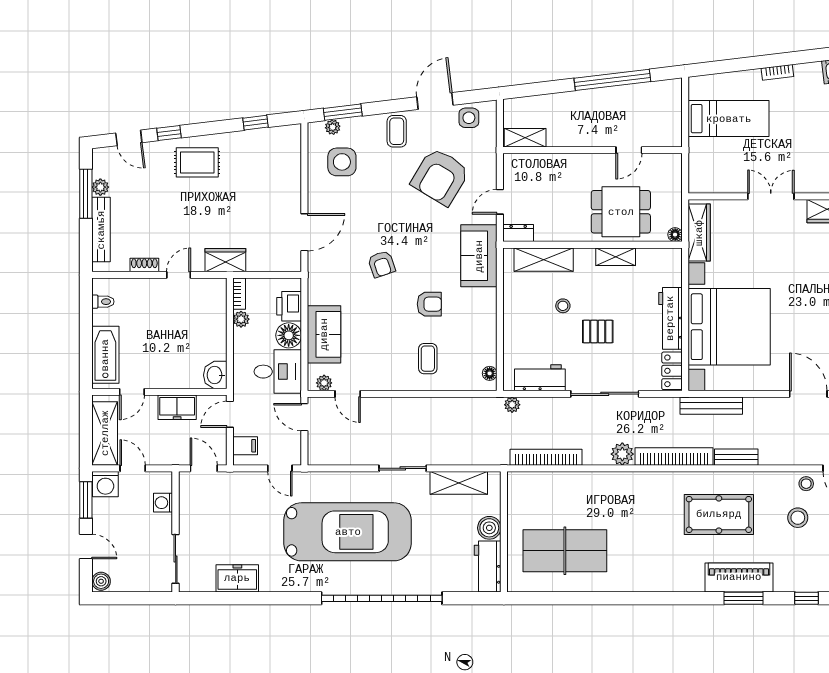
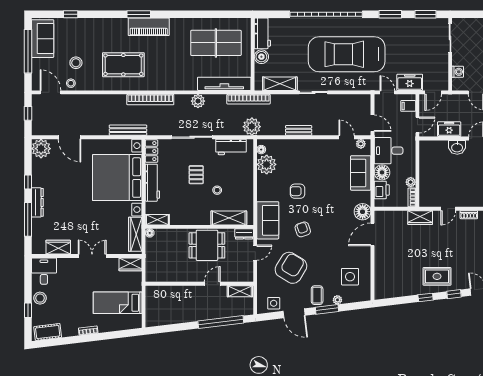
window: (612, 80) -> (221, 322), moved
door: (435, 101) -> (294, 313), hinge flipped
window: (343, 112) -> (327, 309), moved
window: (255, 123) -> (426, 297), moved
plant: (333, 127) -> (337, 300), moved
door: (629, 150) -> (212, 284), moved
wardrobe: (707, 182) -> (130, 264), added
double door: (771, 196) -> (92, 256), swing flipped
dining table: (621, 212) -> (207, 245), moved
shelving: (616, 257) -> (157, 220), moved
armchair: (382, 264) -> (303, 229), moved
floor lamp: (321, 270) -> (363, 212), added
pallet: (598, 331) -> (196, 175), turned 90
plant: (481, 349) -> (267, 164), added
coffee table: (428, 359) -> (298, 158), removed
washbasin: (215, 375) -> (457, 147), moved, turned 90
plant: (512, 405) -> (252, 127), width x1.88, depth x1.88
plant: (622, 454) -> (198, 101), moved
bookcase: (546, 457) -> (249, 99), moved
bench: (736, 457) -> (299, 130), moved
door: (204, 468) -> (433, 92), hinge flipped
tv unit: (551, 483) -> (224, 84), added
piano: (739, 577) -> (149, 27), moved
freezer: (237, 578) -> (410, 82), moved, turned 180
window: (216, 598) -> (425, 14), added
window: (275, 598) -> (390, 14), added
window: (743, 598) -> (139, 14), moved

